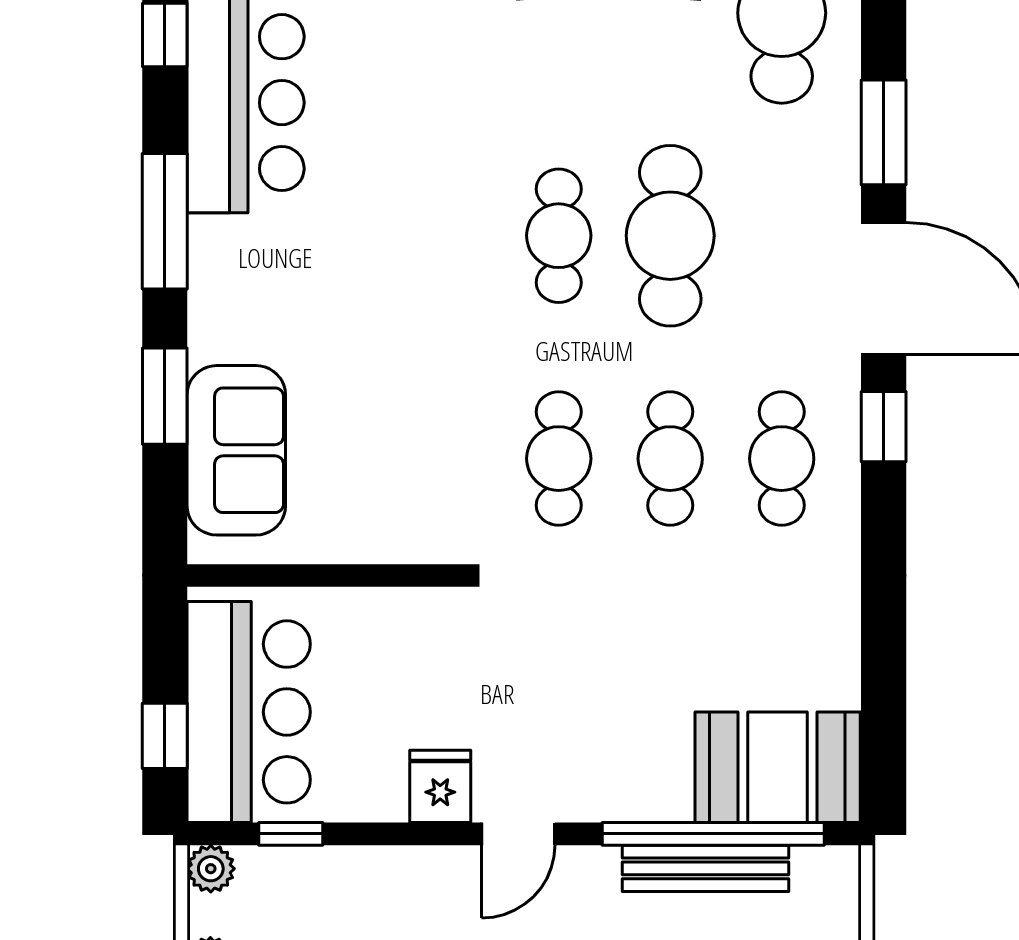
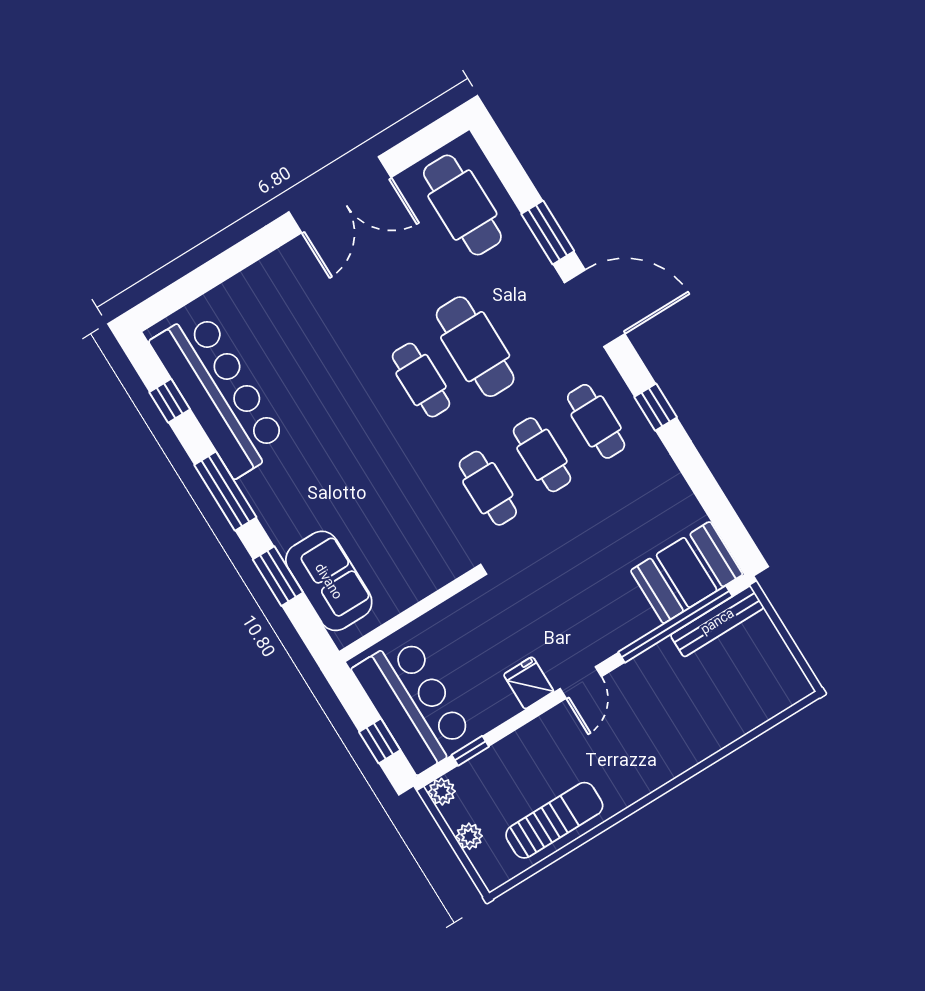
window: (884, 427) -> (656, 407), moved
bench: (705, 868) -> (717, 621), moved

